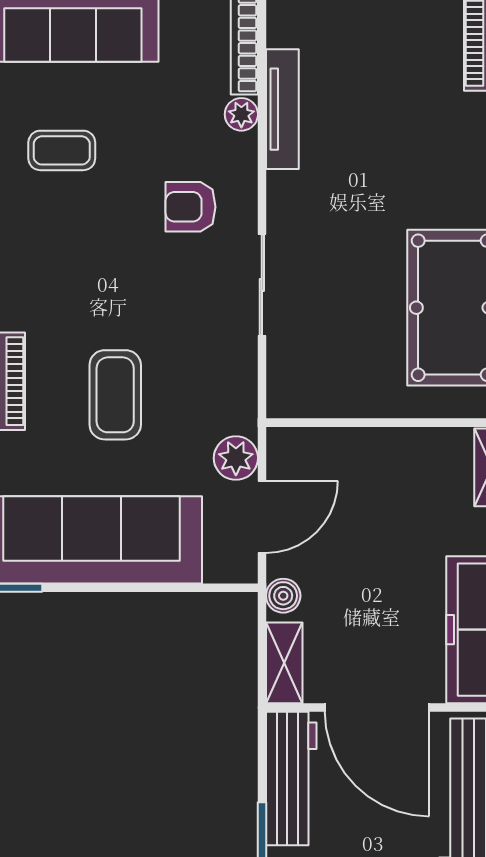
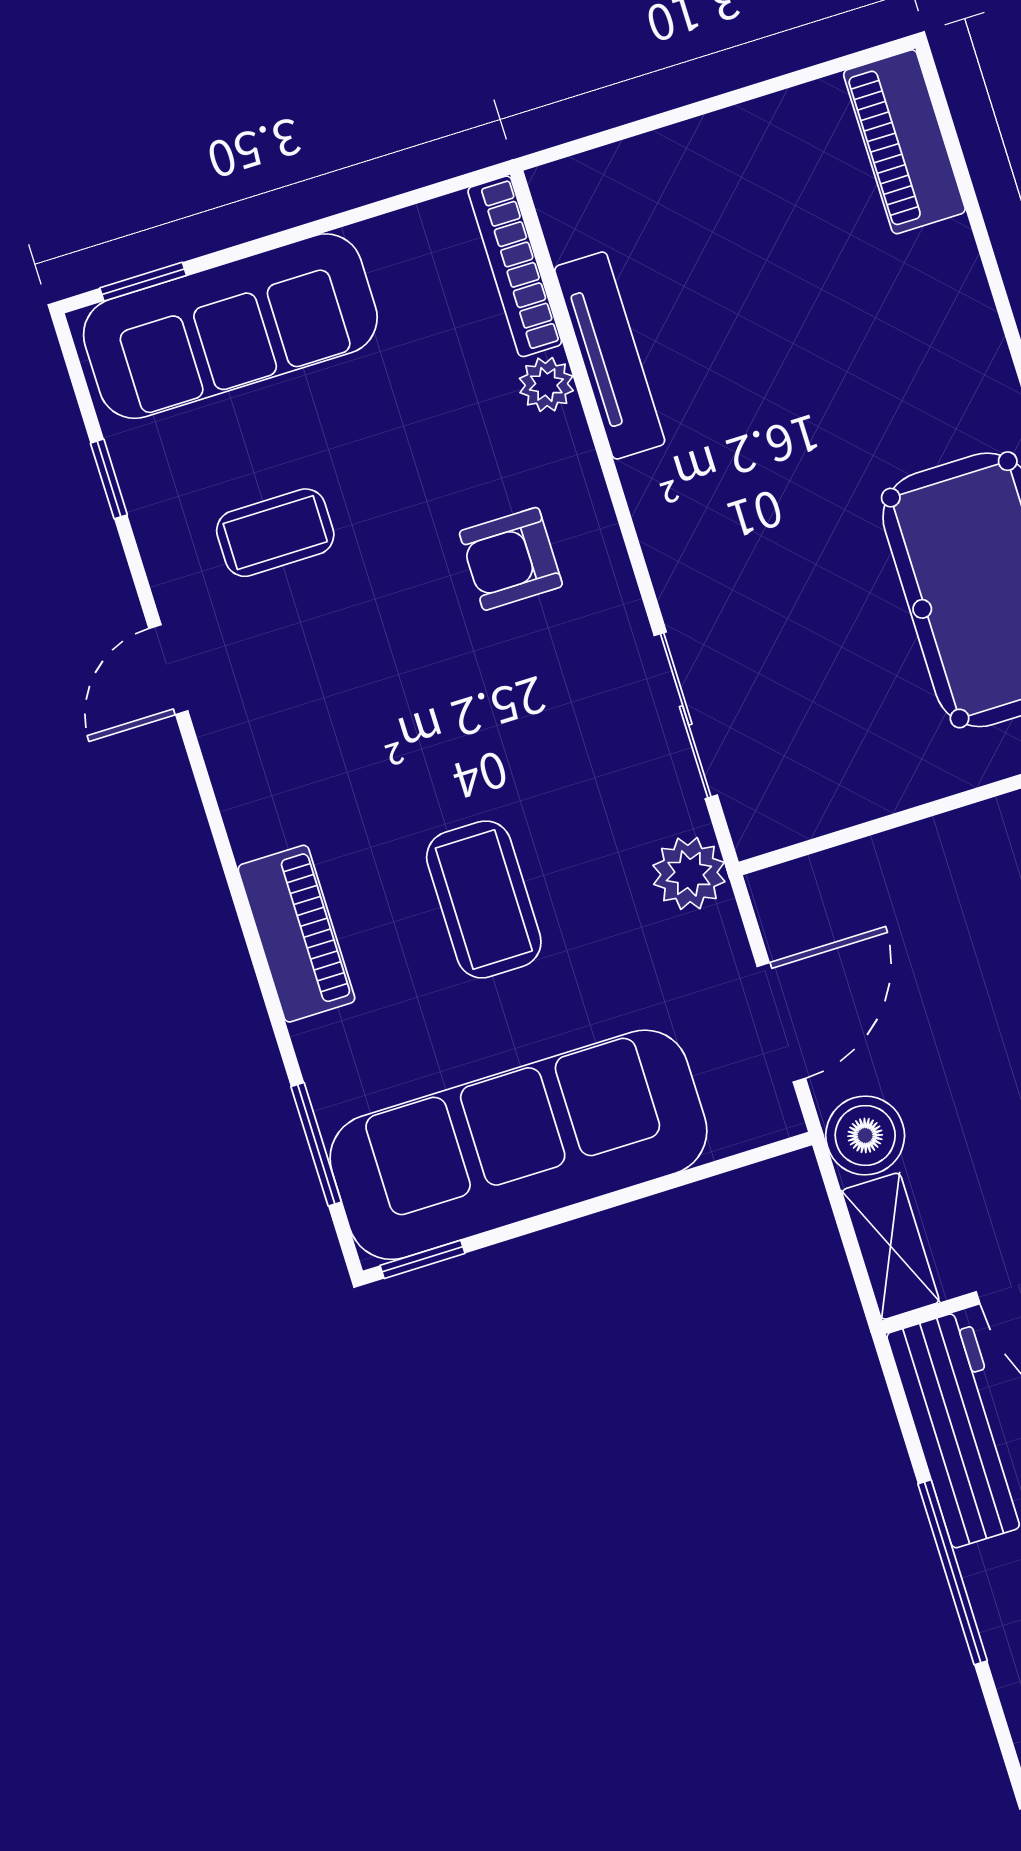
sliding door: (262, 285) -> (686, 715), moved
plant: (236, 458) -> (689, 873), moved
boiler: (283, 596) -> (865, 1135), width x1.36, depth x1.36

